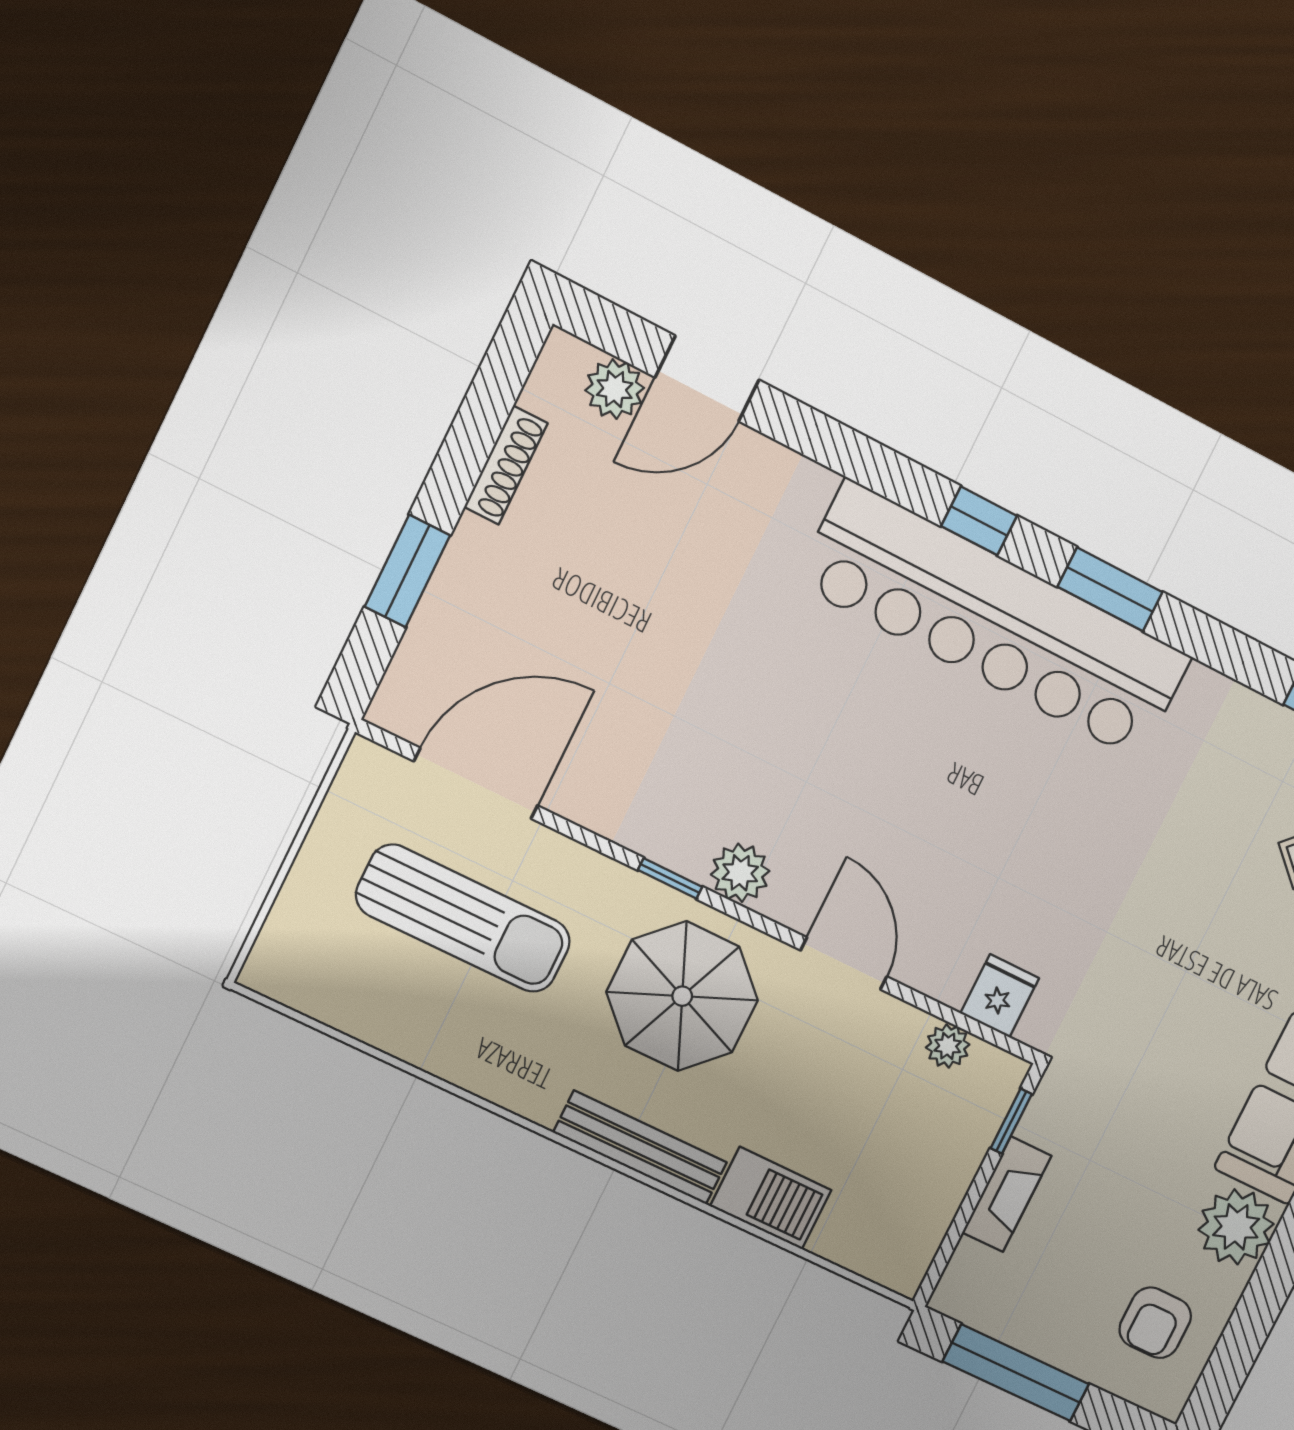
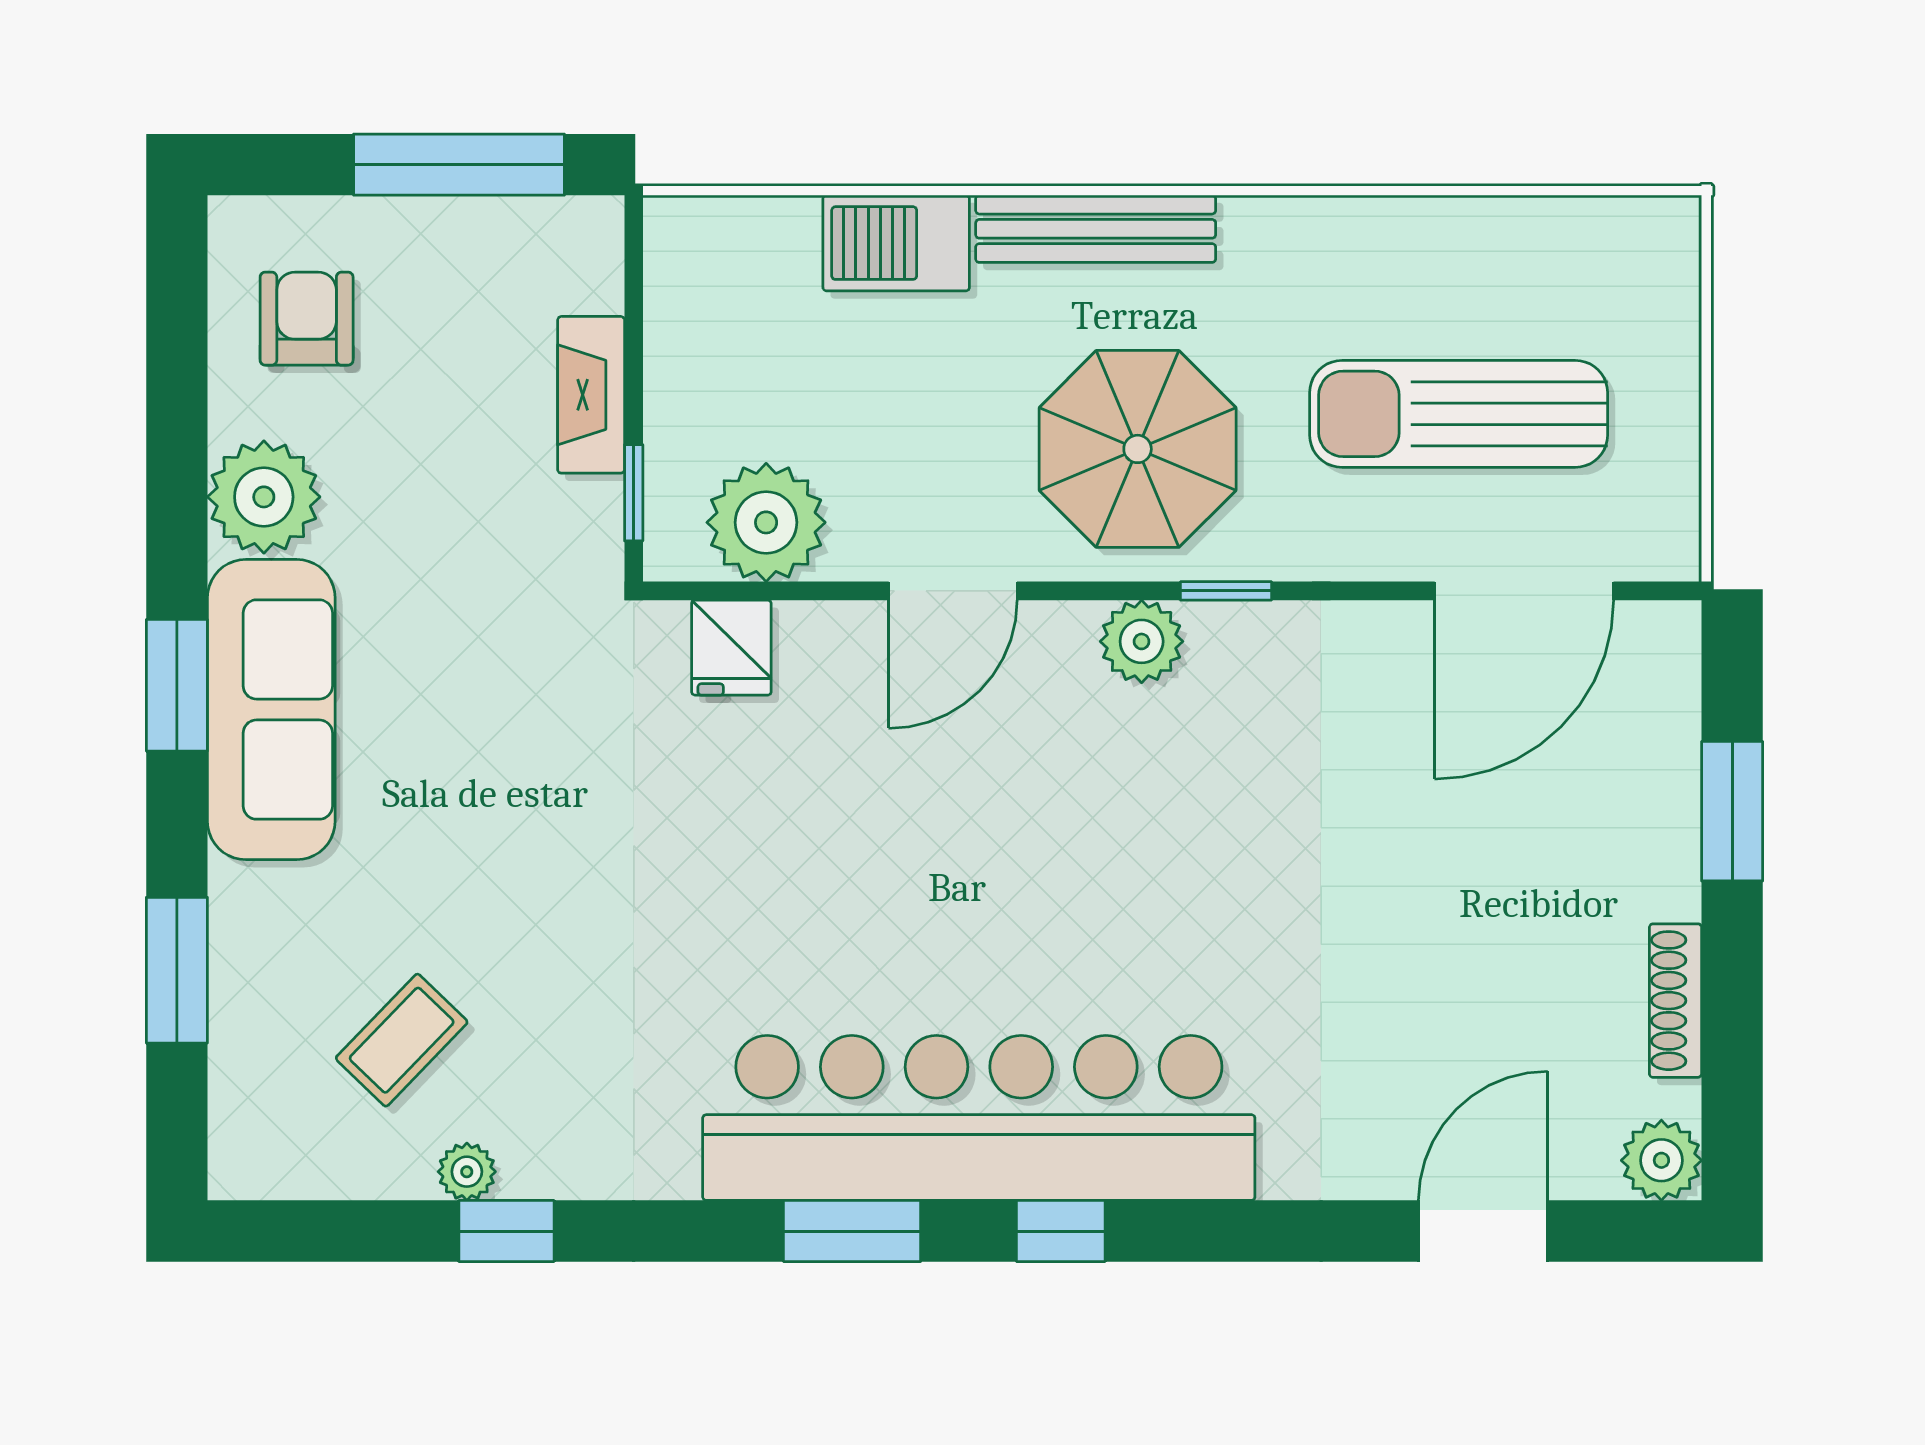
plant: (615, 389) -> (1661, 1160), moved
door: (844, 963) -> (953, 591), hinge flipped
plant: (948, 1046) -> (766, 522), width x1.87, depth x1.87

